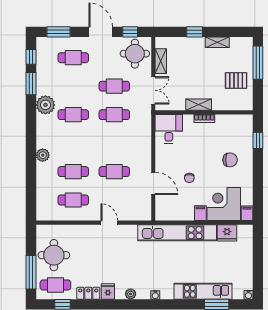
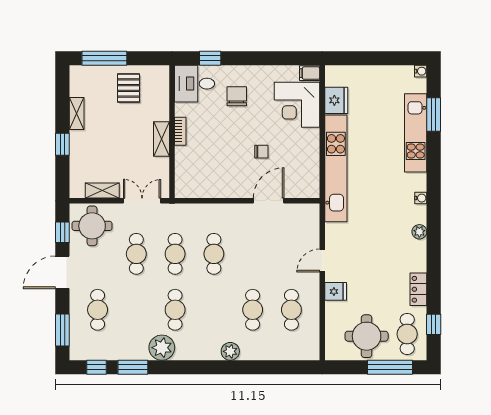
desk: (169, 129) -> (195, 84), moved
cafe table: (114, 172) -> (214, 254), moved
filing cabinet: (200, 213) -> (309, 137), removed
fridge: (108, 291) -> (336, 291), moved, turned 180

